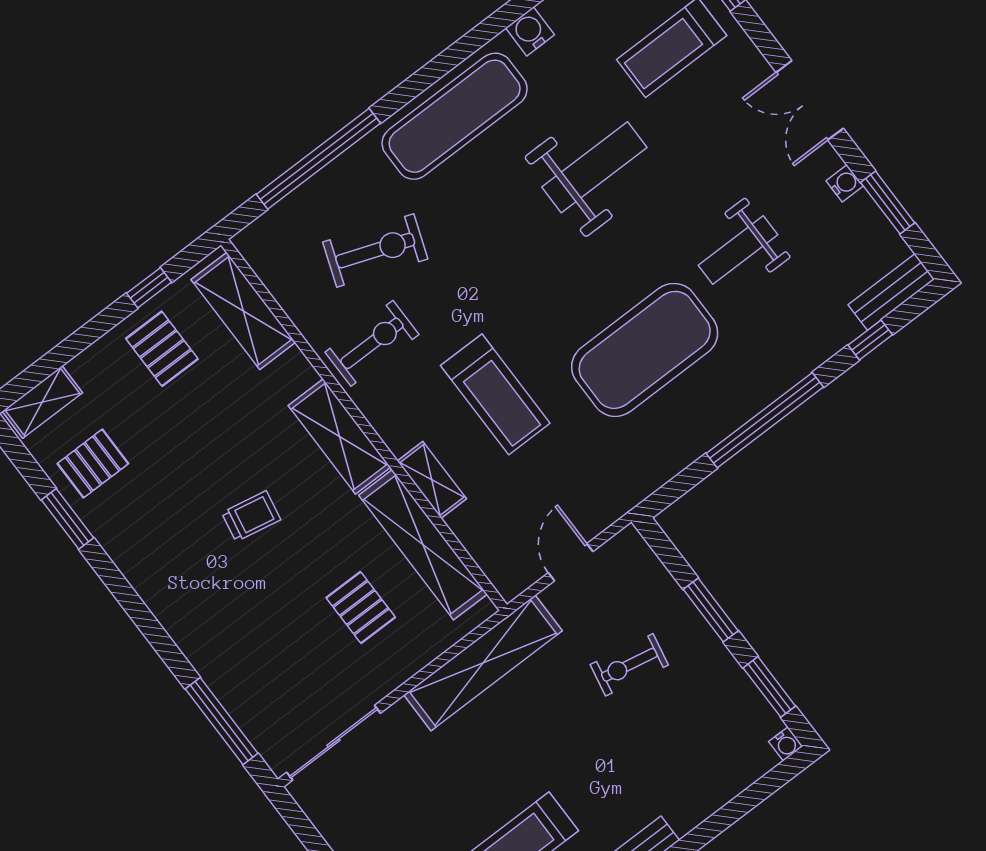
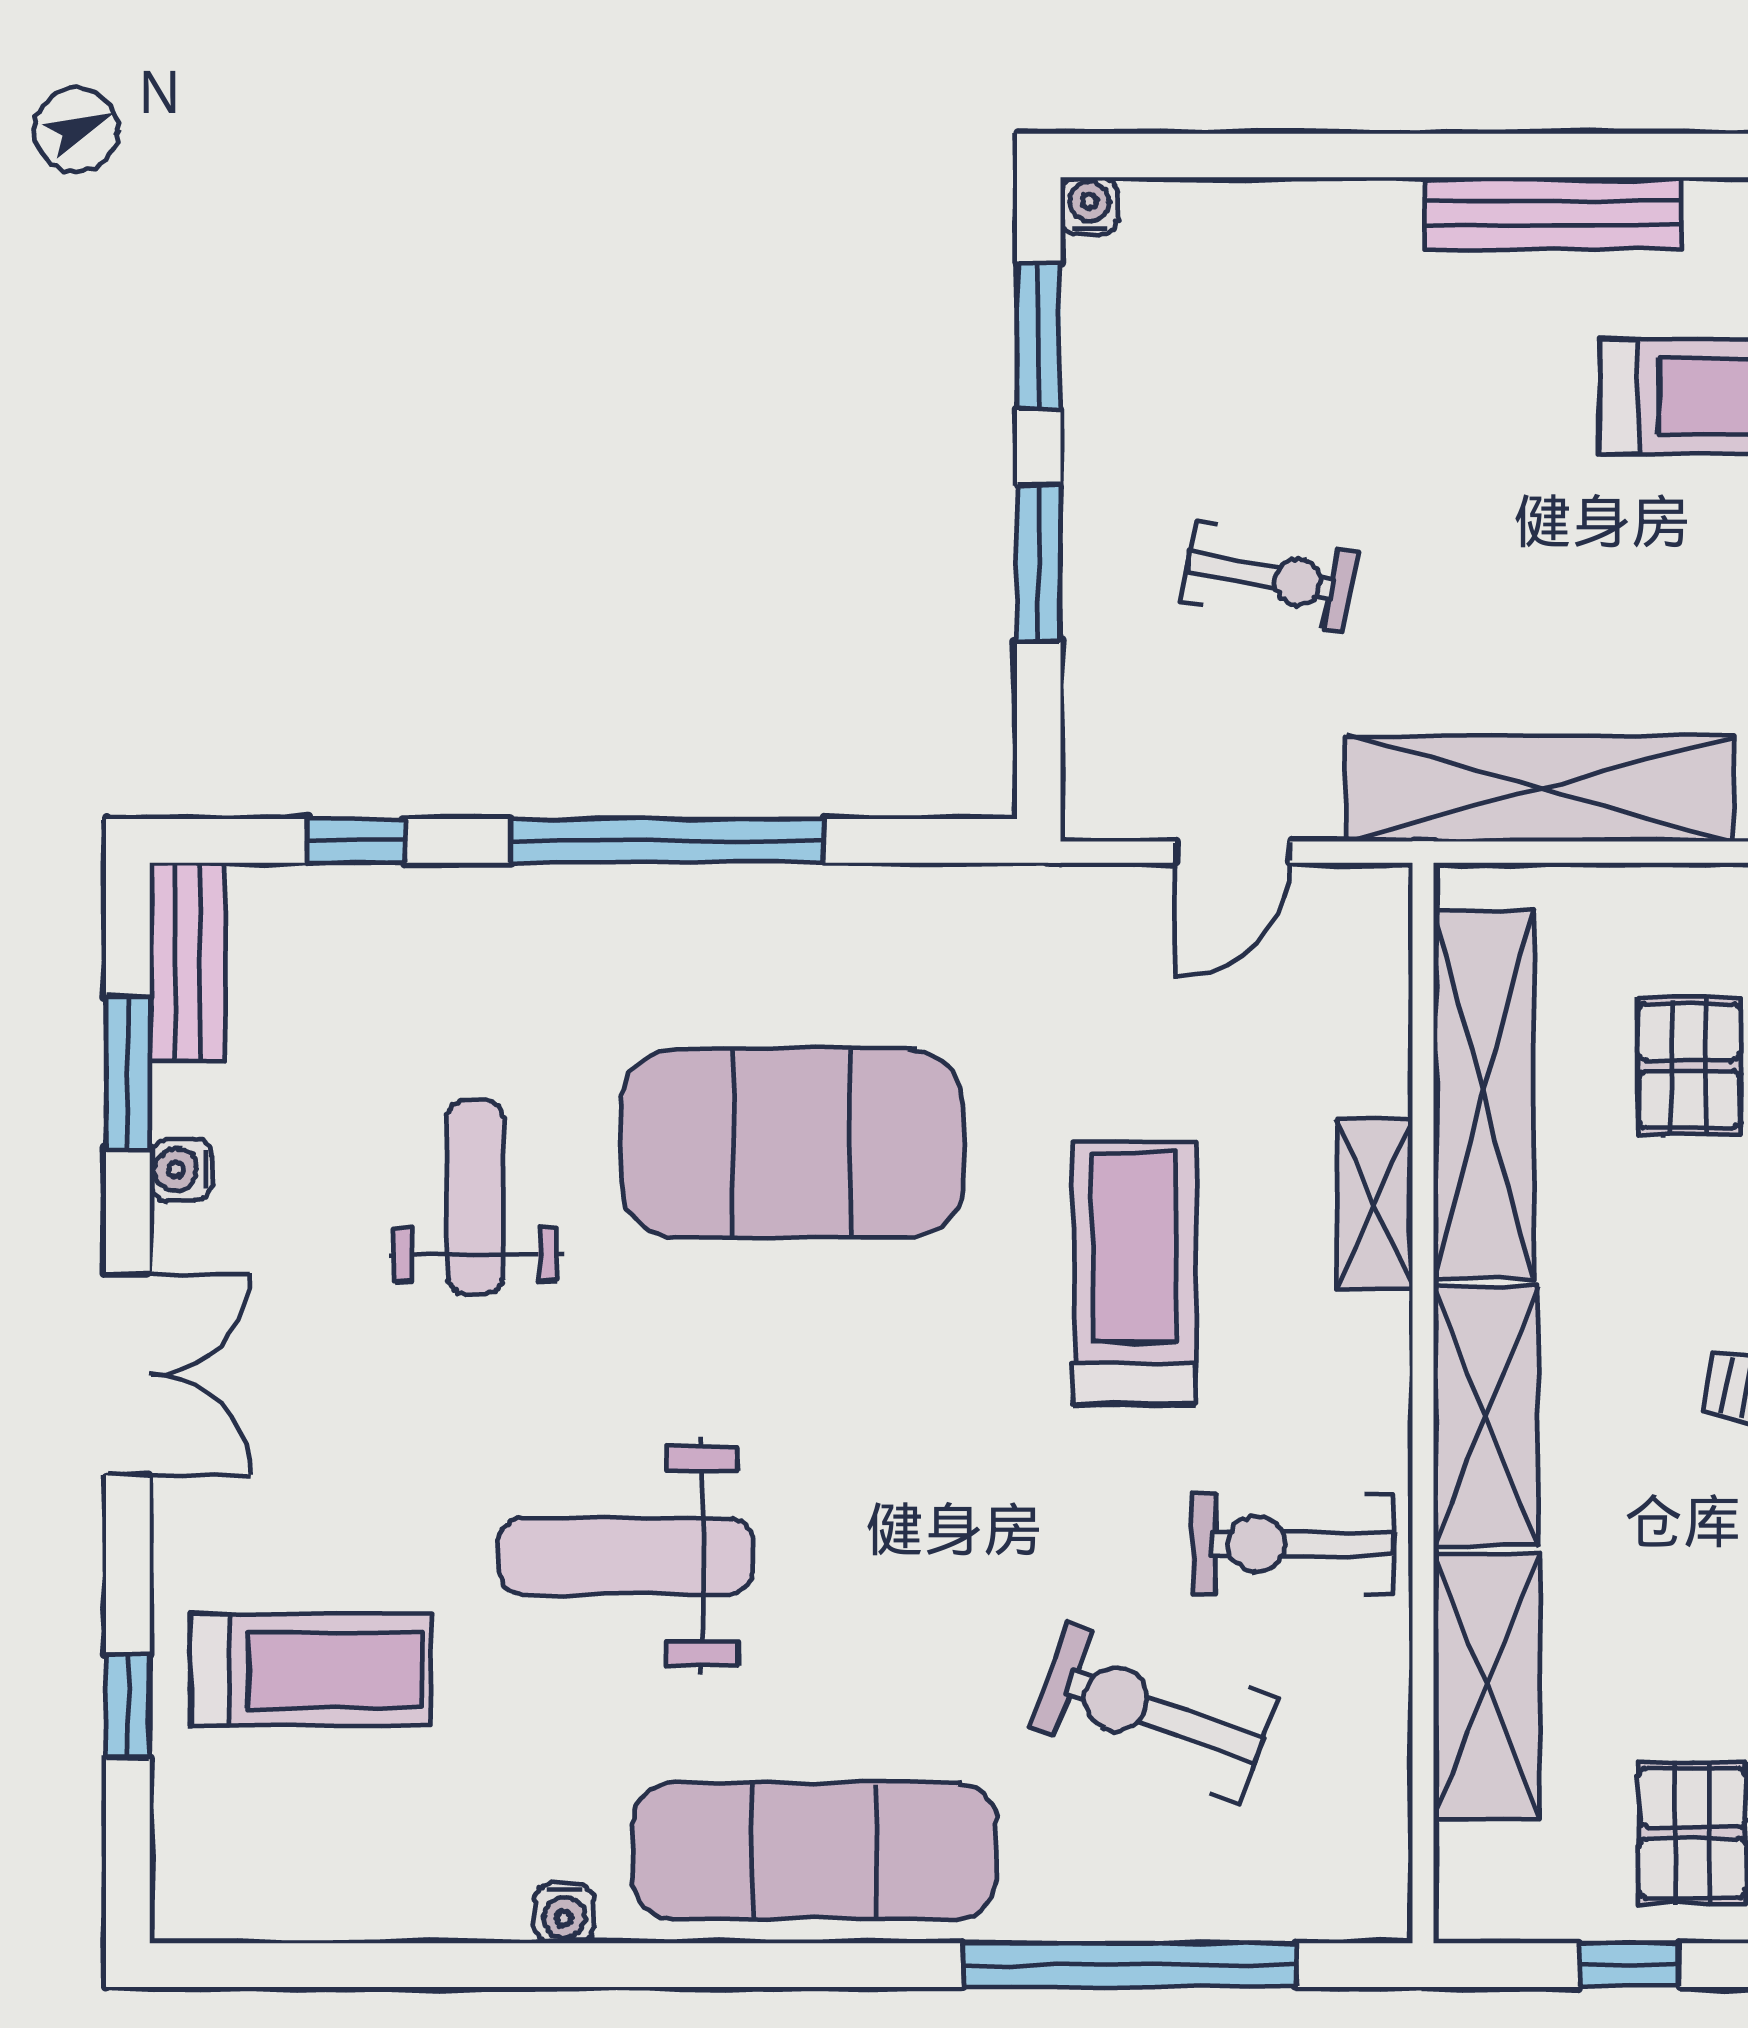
water cooler: (530, 31) -> (564, 1913), width x0.72, depth x0.72
weight bench: (738, 250) -> (475, 1197), turned -90
bench: (891, 292) -> (187, 962), moved, turned 90
shelving: (243, 311) -> (1487, 1687), moved

